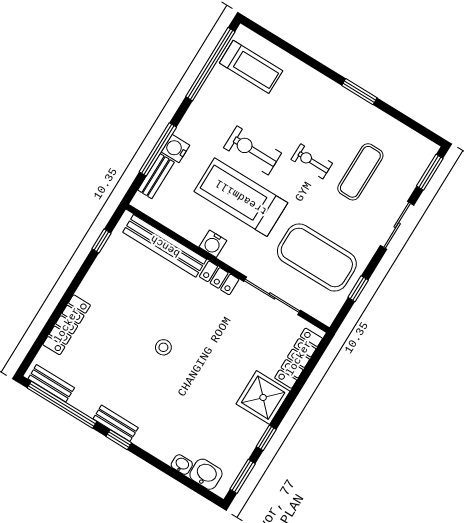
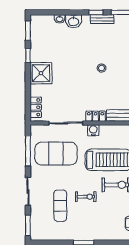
water cooler: (213, 244) -> (93, 130), moved
window: (358, 289) -> (28, 151), width x2.17
locker: (299, 358) -> (36, 107), width x0.66
washbasin: (206, 474) -> (74, 21), moved

